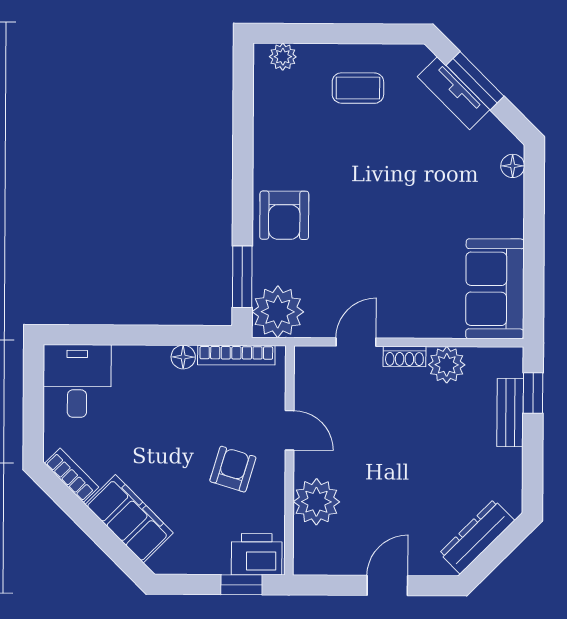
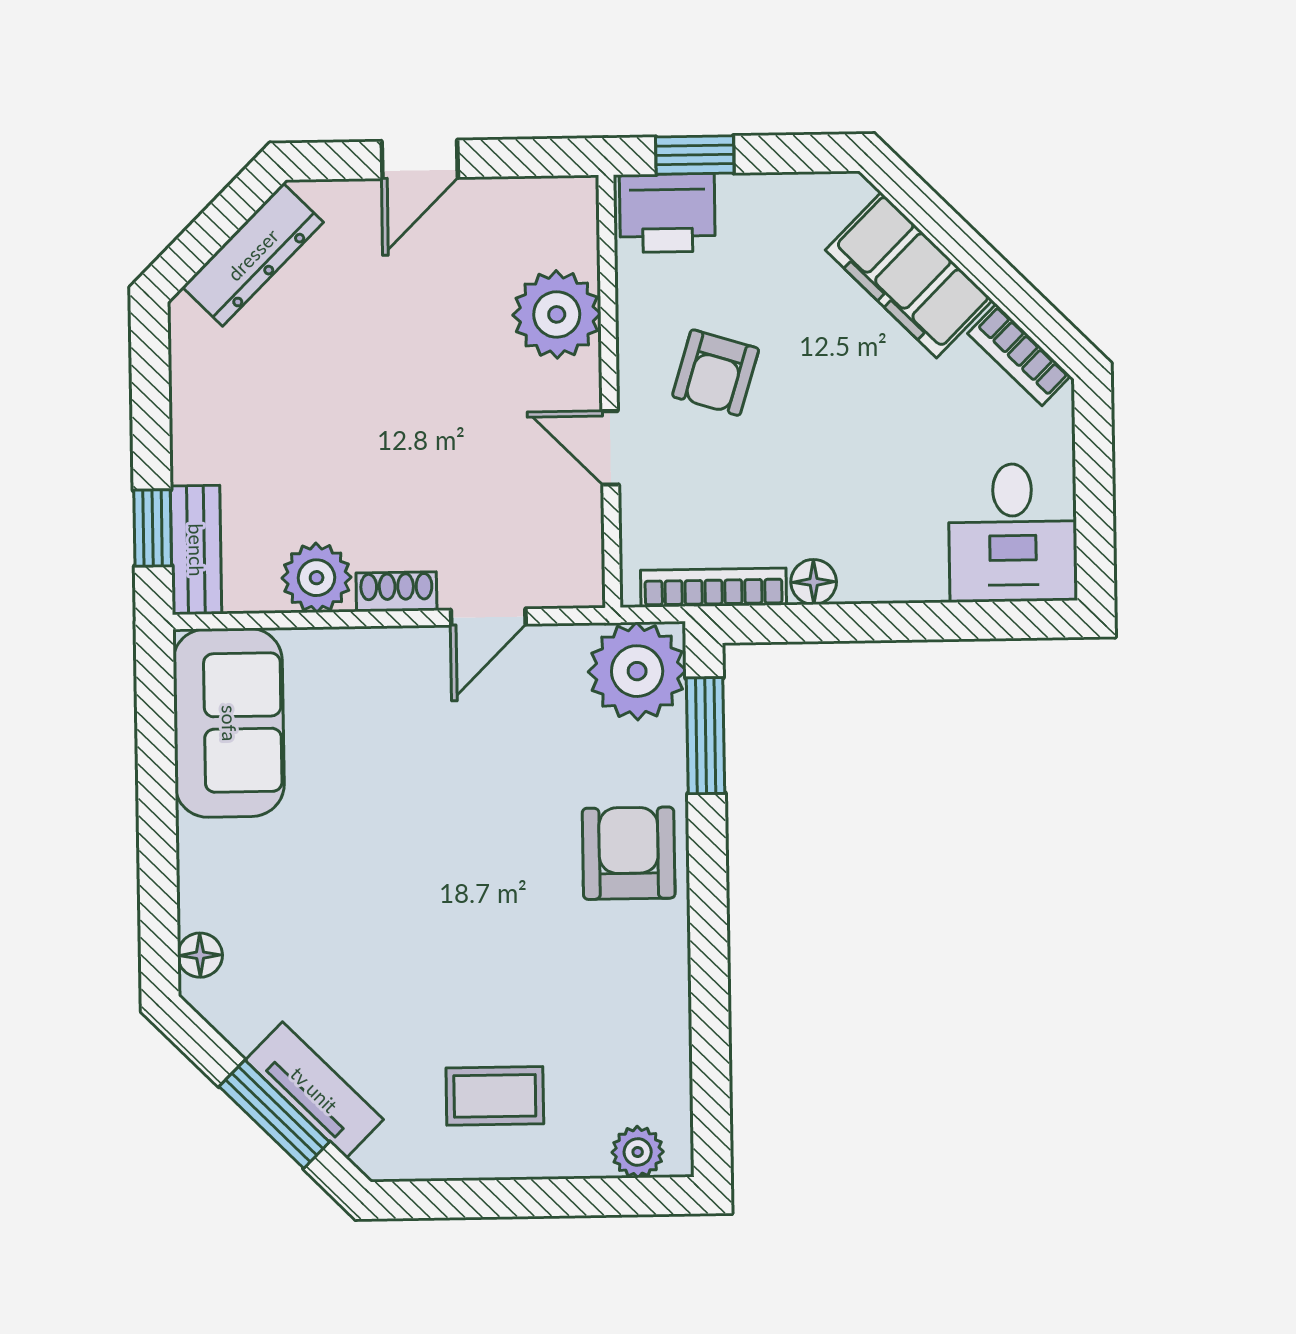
bench: (510, 413) -> (196, 550), moved

